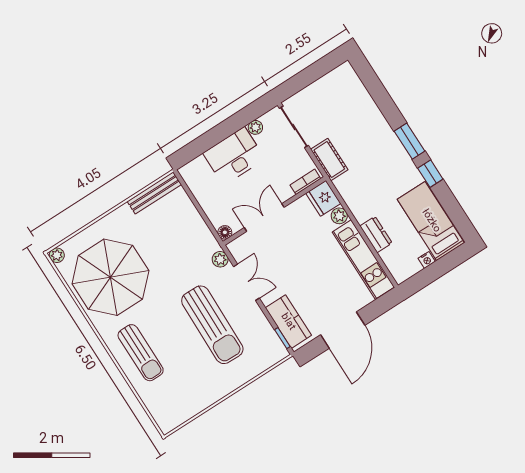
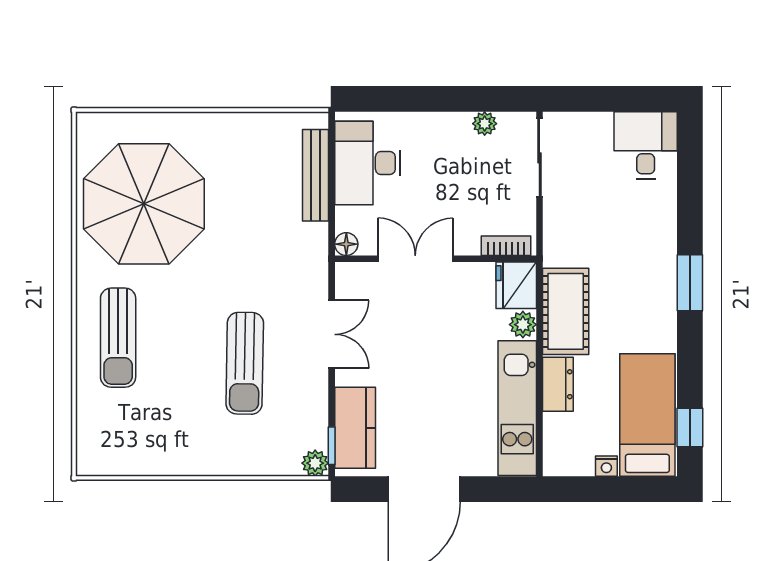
desk: (343, 87) -> (646, 146), added
desk: (234, 156) -> (368, 163), moved, turned -90
cot: (329, 159) -> (566, 311), moved, width x1.37, depth x1.34
window: (430, 174) -> (690, 428), moved
bench: (154, 193) -> (315, 175), moved, turned 90
plant: (57, 255) -> (88, 124), removed
plant: (220, 259) -> (315, 463), moved
sun lounger: (212, 325) -> (245, 363), width x0.73, depth x0.75

